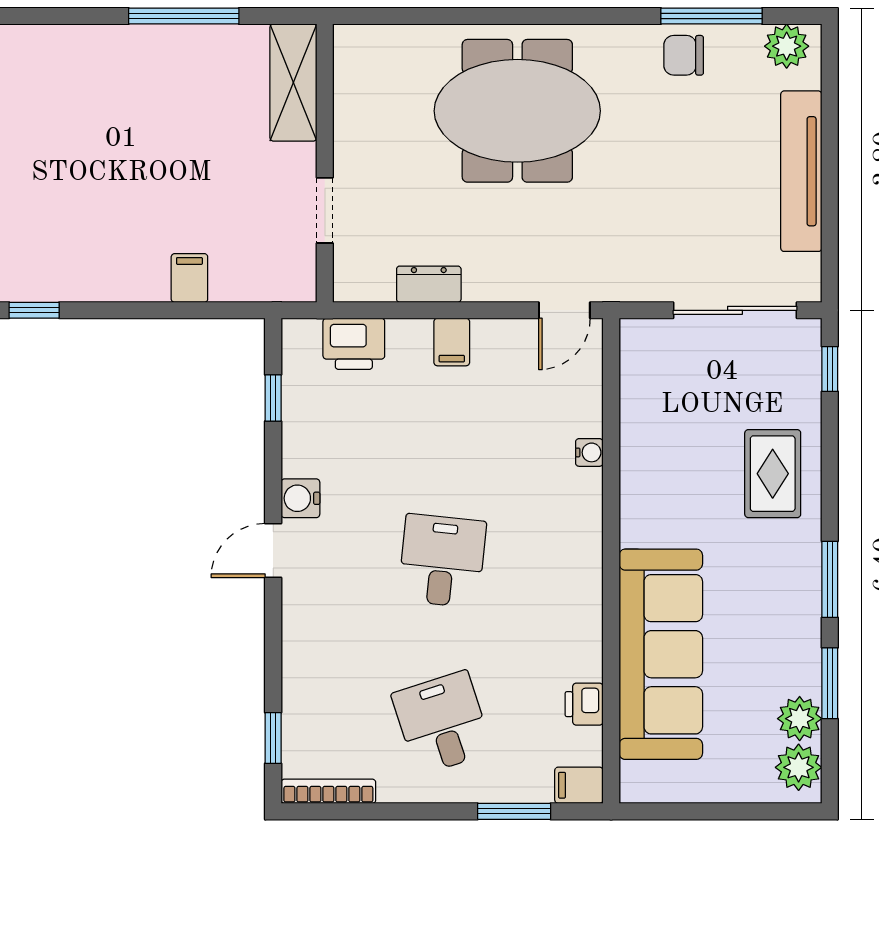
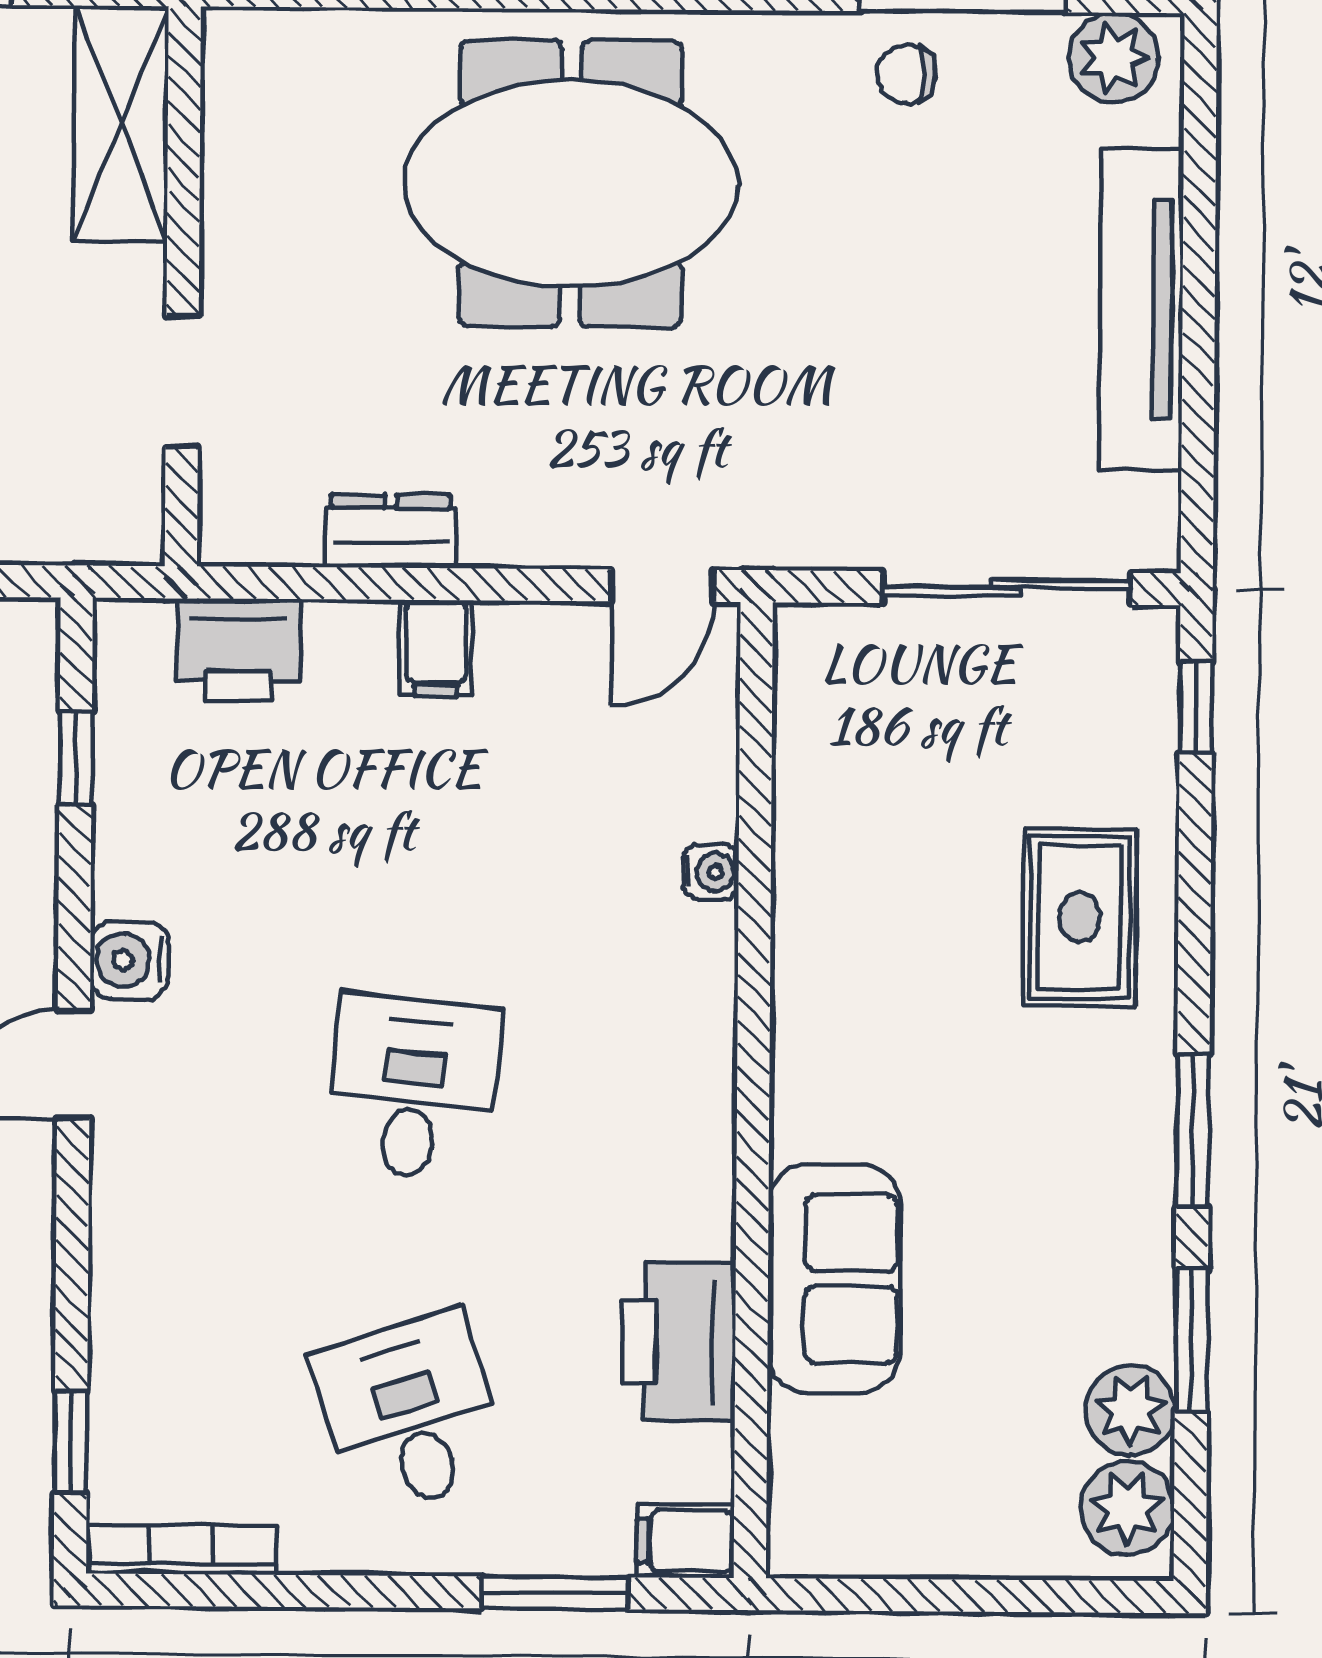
chair: (684, 55) -> (906, 74), width x0.73, depth x0.73
sofa: (661, 654) -> (834, 1279), width x0.54, depth x0.79
printer: (584, 704) -> (679, 1341), width x1.87, depth x1.48

